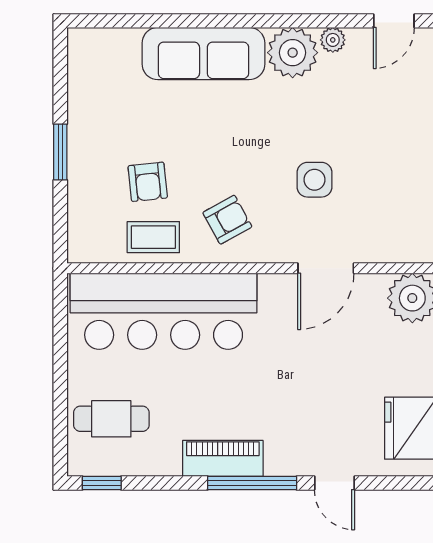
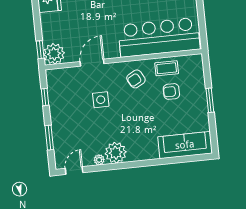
sofa: (203, 54) -> (185, 145), moved
armchair: (148, 182) -> (171, 91), turned -84

